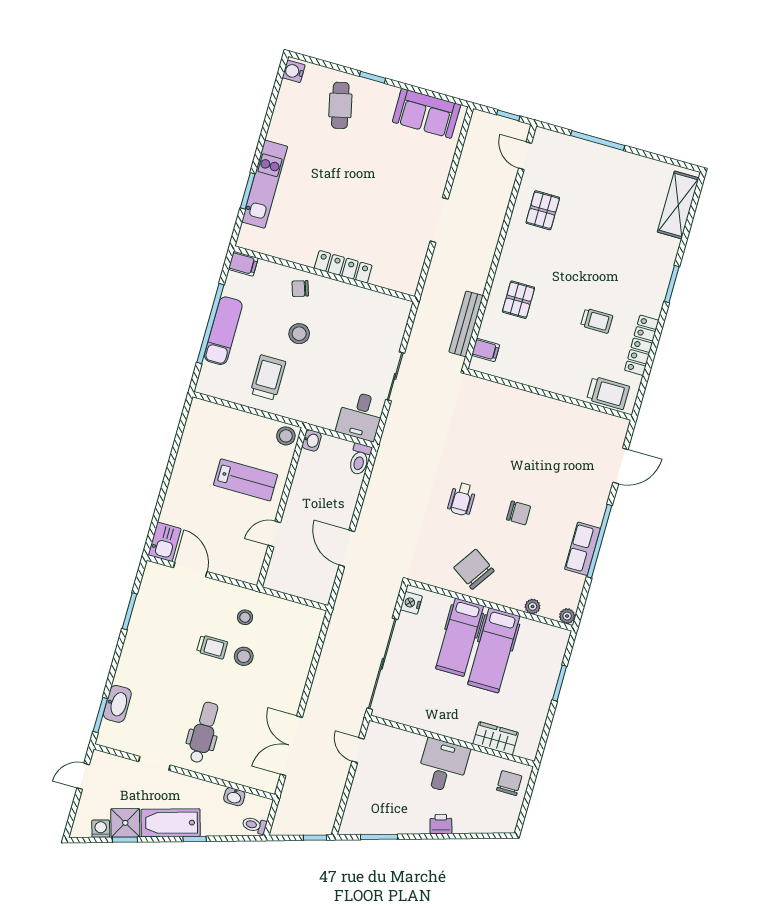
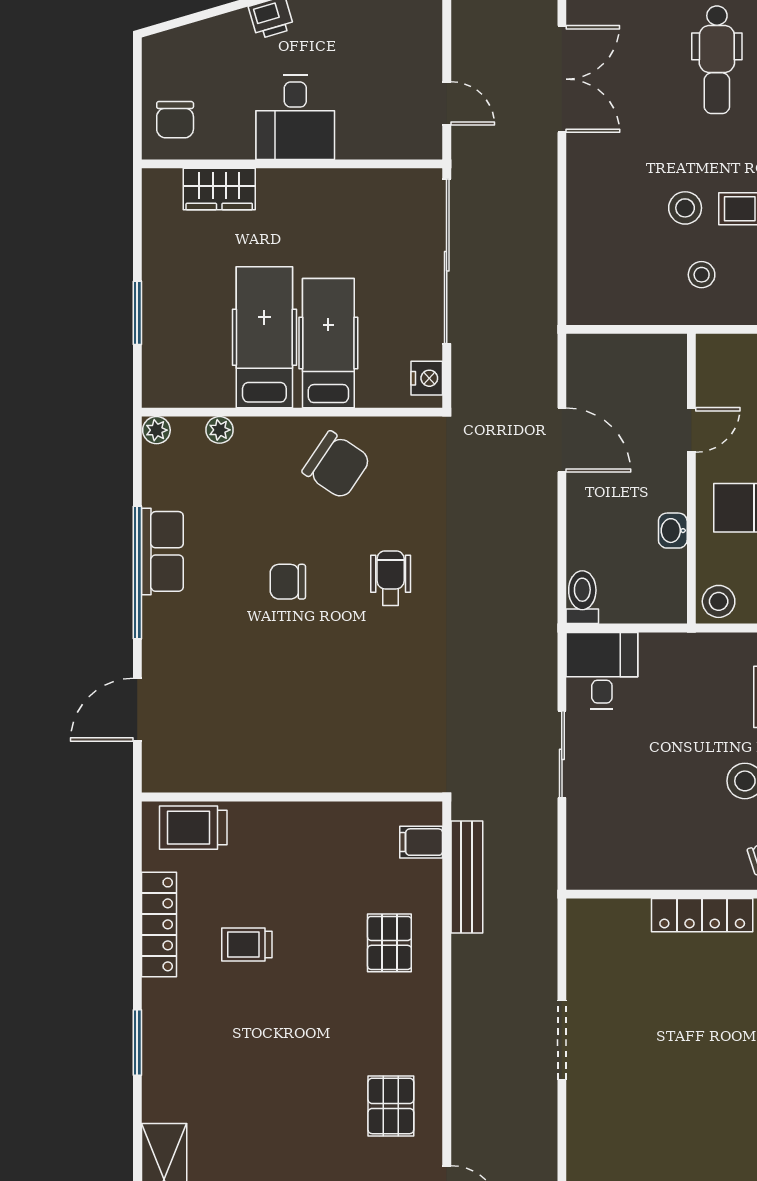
washbasin: (312, 440) -> (673, 531), moved

